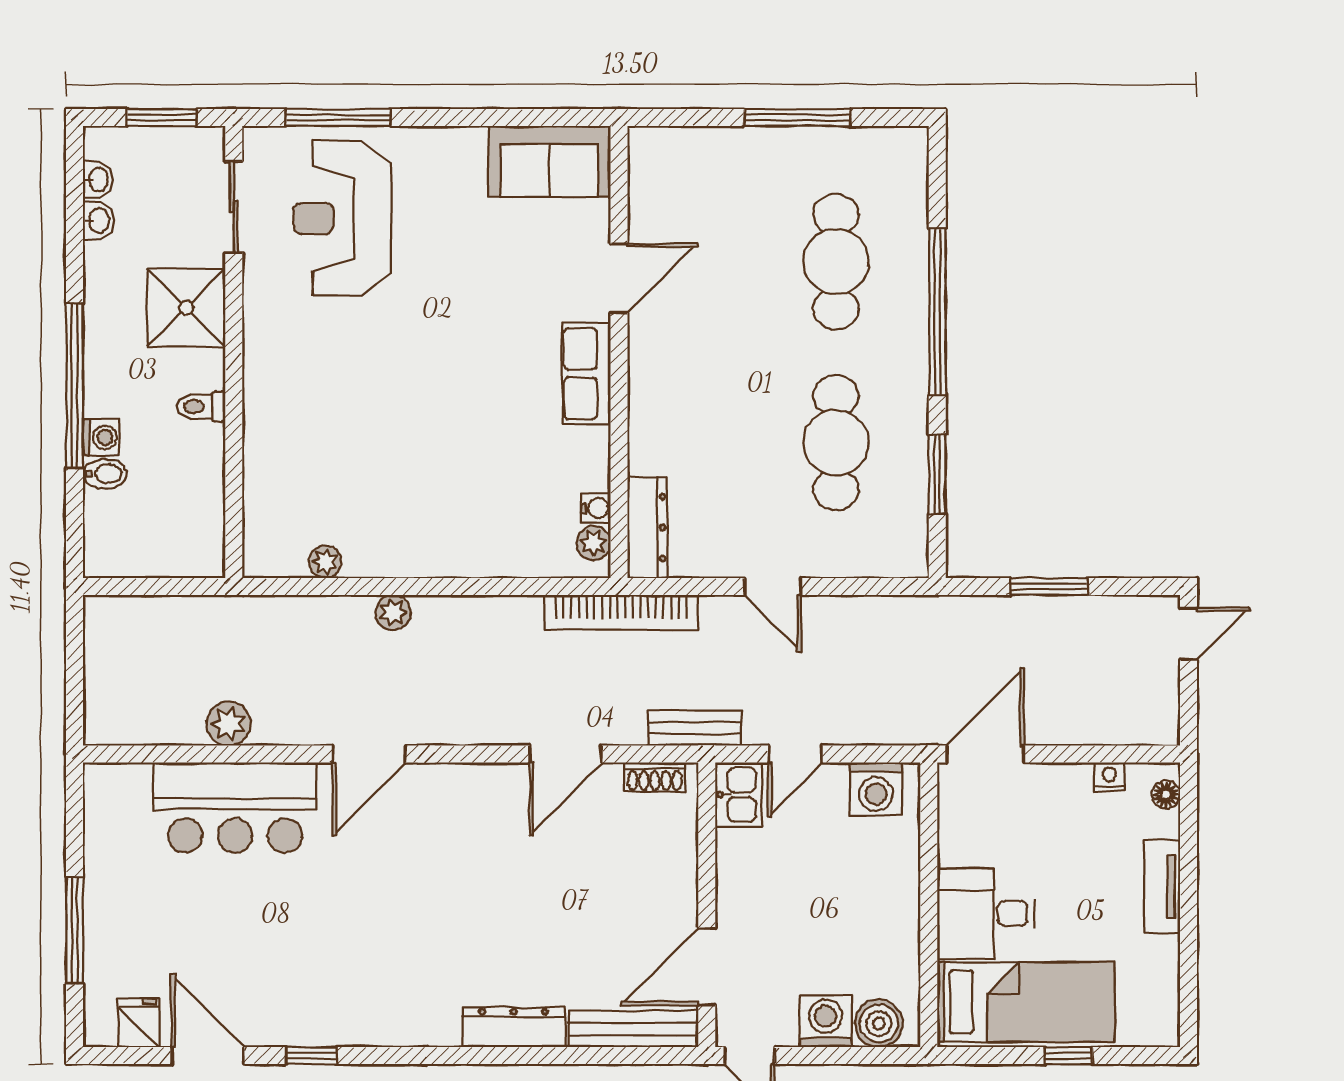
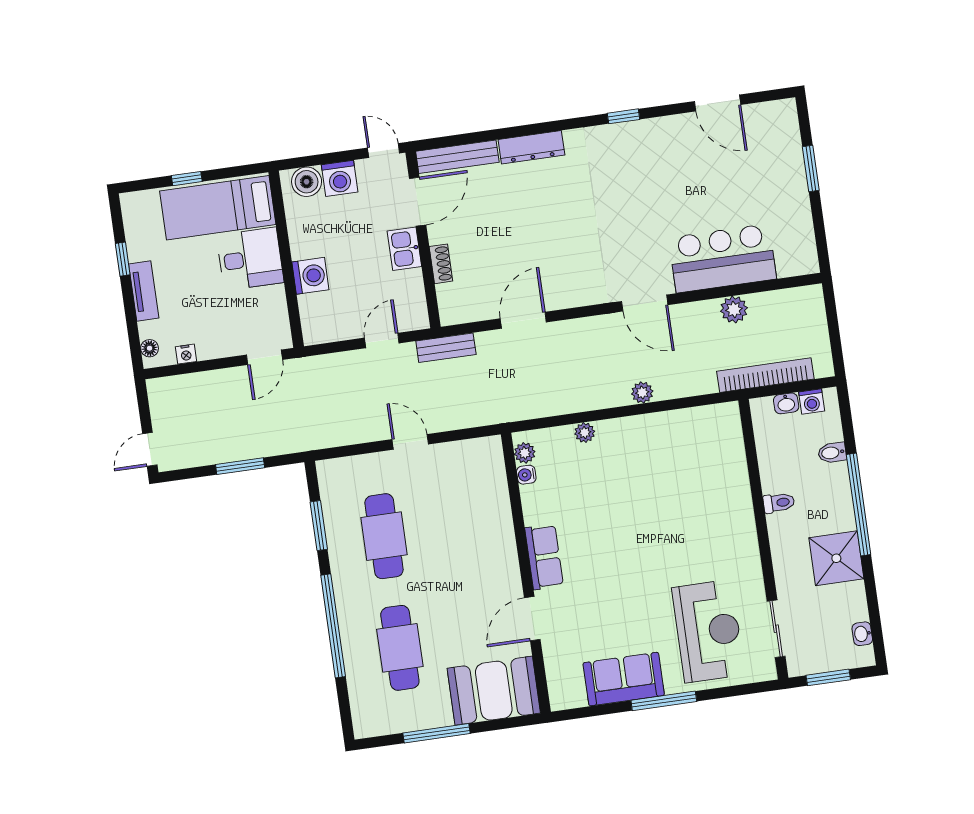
window: (338, 118) -> (664, 701), moved
sofa: (549, 161) -> (624, 679), moved
booth: (696, 172) -> (494, 691), added
washbasin: (98, 221) -> (786, 403), moved, turned -90
shower: (186, 308) -> (836, 558), moved
washing machine: (101, 437) -> (812, 402), moved, turned -90
dresser: (647, 528) -> (493, 467), removed
plant: (325, 562) -> (585, 433), moved
bookcase: (621, 612) -> (765, 375), moved
door: (369, 754) -> (645, 303), swing flipped
door: (985, 754) -> (264, 357), width x0.73
shoe rack: (655, 777) -> (441, 264), moved, turned 90
washing machine: (876, 789) -> (310, 276), moved, turned 90
kitchen sink: (739, 795) -> (404, 249), moved
window: (75, 930) -> (811, 169), width x0.69
window: (1188, 942) -> (123, 259), added
fridge: (139, 1023) -> (763, 117), removed
window: (311, 1056) -> (624, 116), moved

